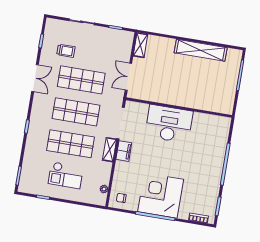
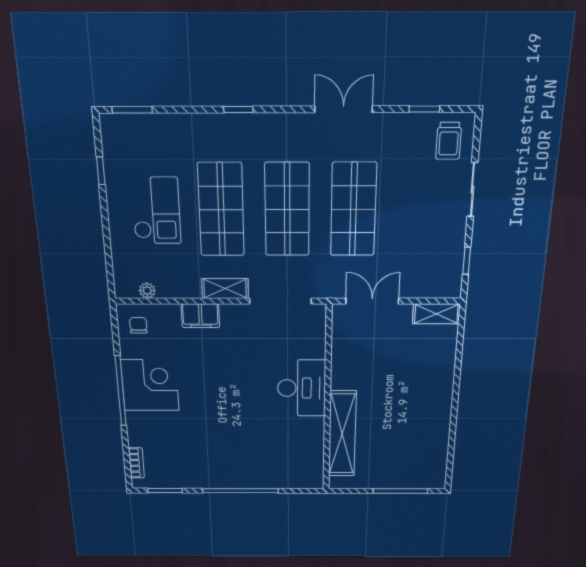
shelving: (201, 50) -> (342, 434), moved
trolley: (66, 51) -> (449, 141), moved
double door: (35, 78) -> (344, 109), swing flipped
desk: (169, 124) -> (302, 388), width x0.73, depth x0.77
filing cabinet: (124, 151) -> (200, 316), moved
checkout: (66, 175) -> (156, 211), turned 180
corner desk: (161, 195) -> (150, 385), width x0.74, depth x0.74

